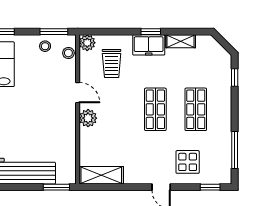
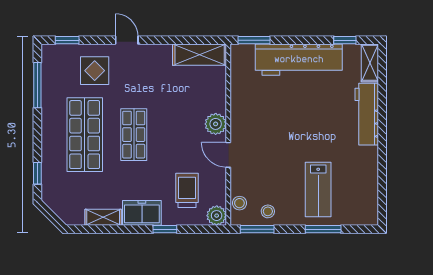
window: (151, 32) -> (165, 229), moved
shop shelf: (196, 109) -> (85, 135), width x1.43, depth x1.36

